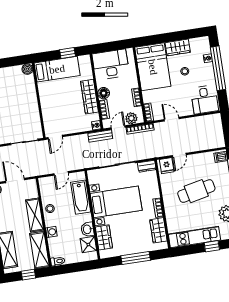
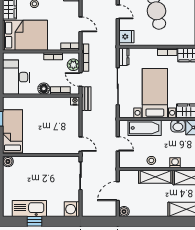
wardrobe: (90, 97) -> (45, 103), removed
door: (172, 119) -> (80, 24), swing flipped
door: (179, 155) -> (118, 12), moved

